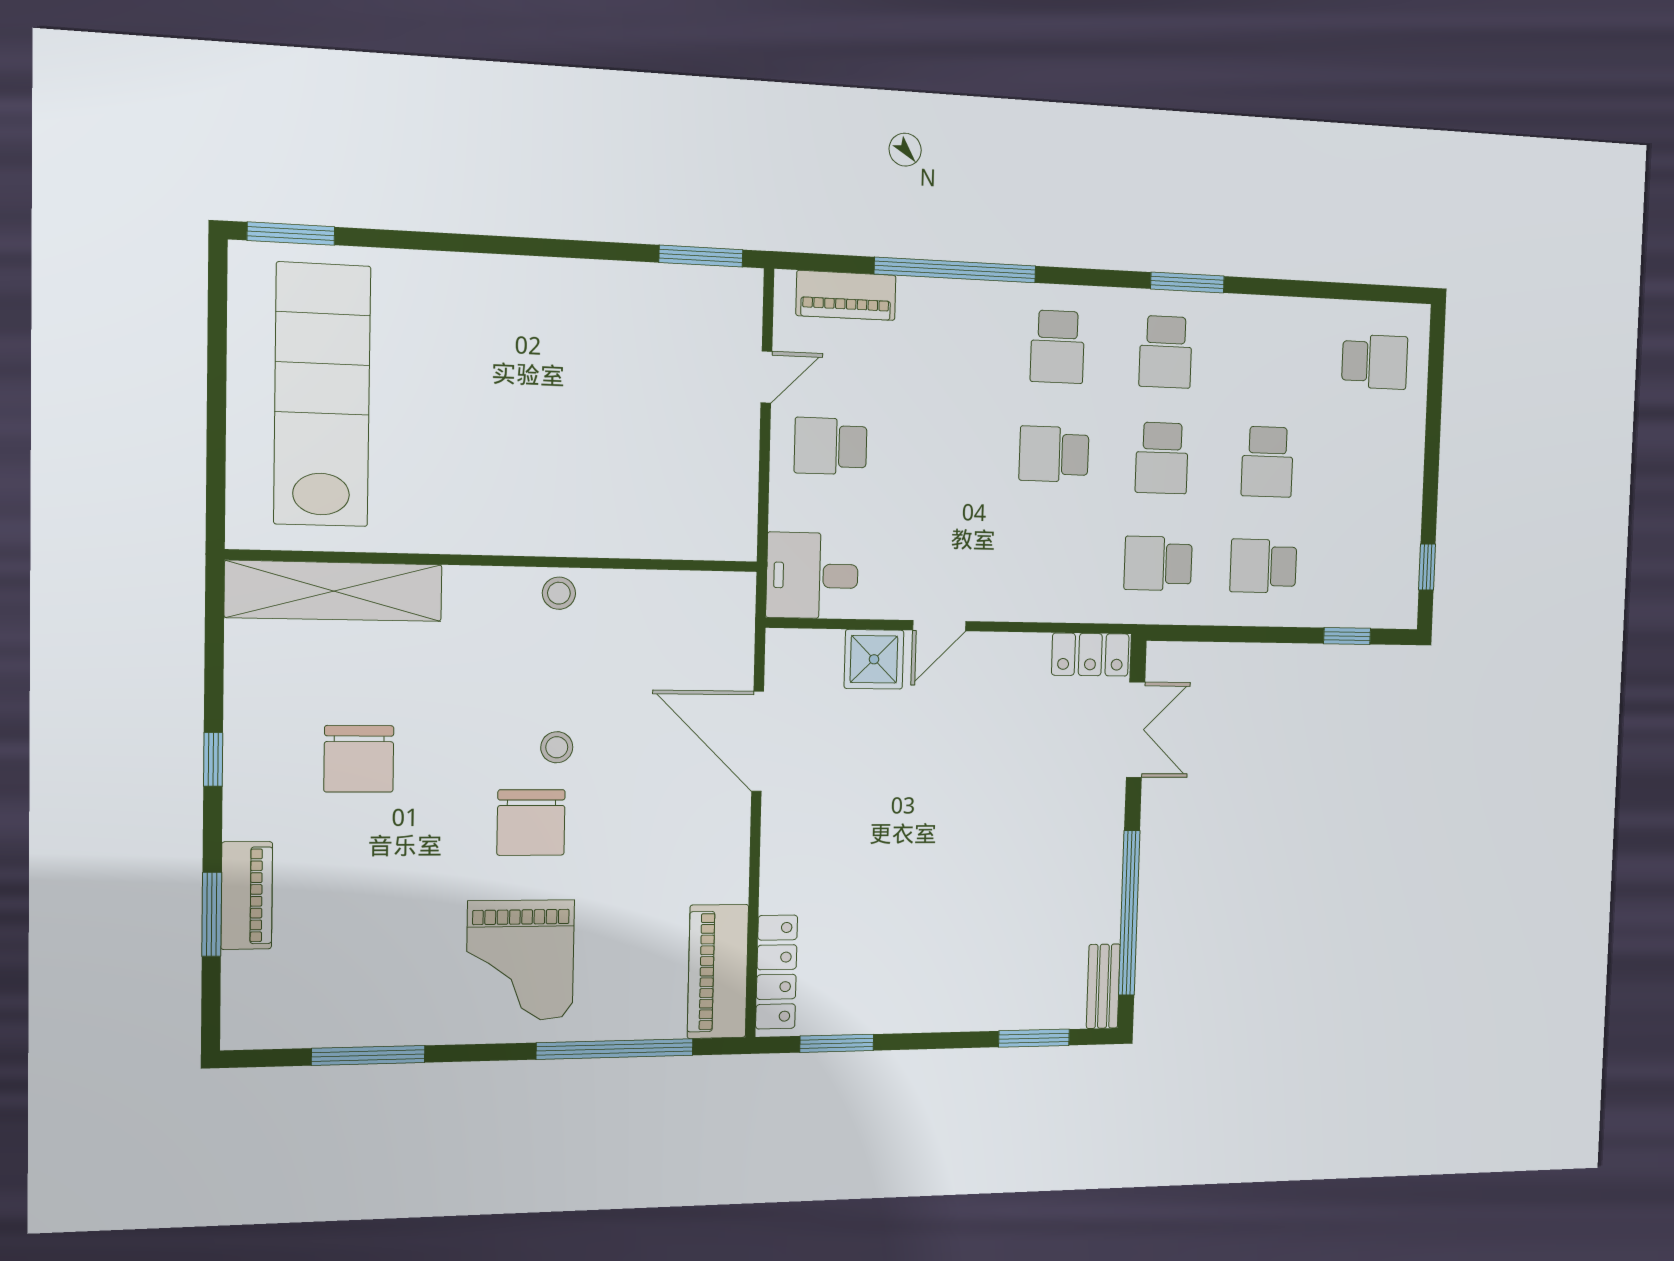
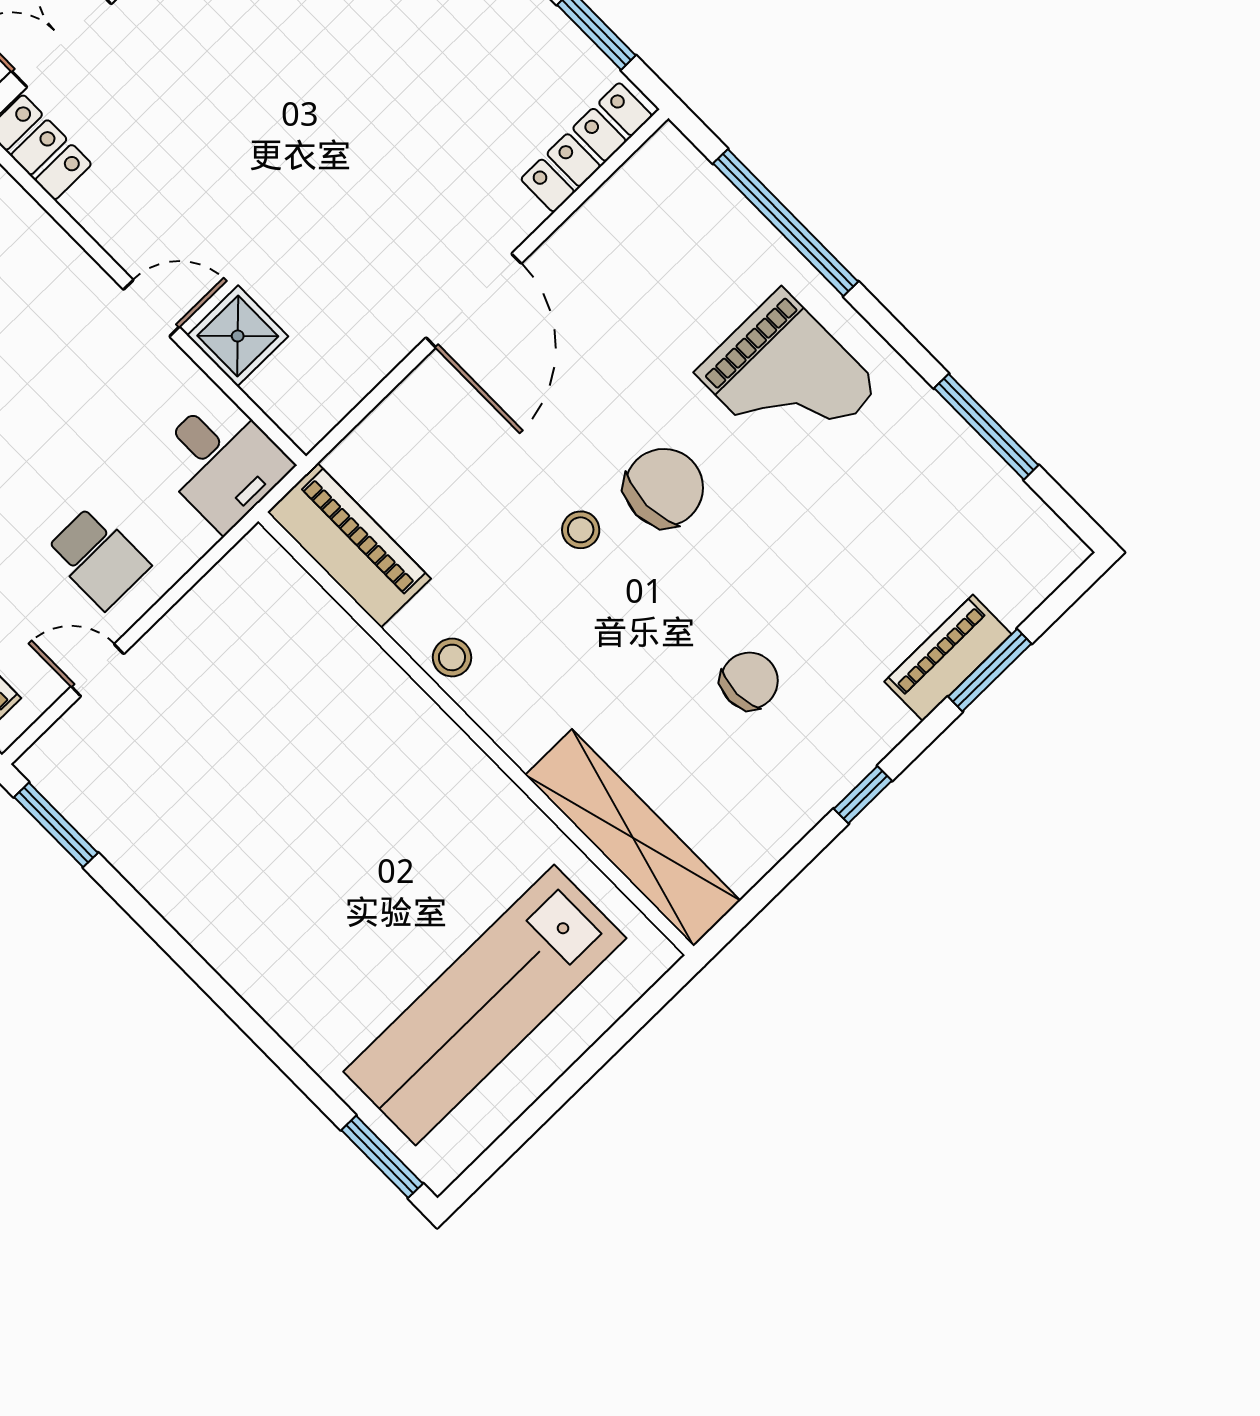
door: (758, 741) -> (474, 301), moved
chair: (359, 759) -> (749, 681), width x0.73, depth x0.73
grand piano: (520, 960) -> (787, 380), turned 90
piano: (718, 971) -> (349, 545), moved, turned -90

